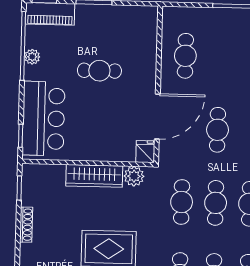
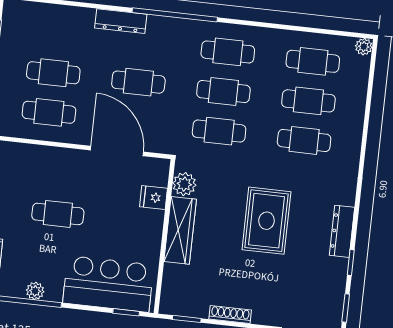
cafe table: (219, 57) -> (53, 73), added
cafe table: (99, 71) -> (58, 214), turned 90
fridge: (145, 152) -> (154, 198), moved

